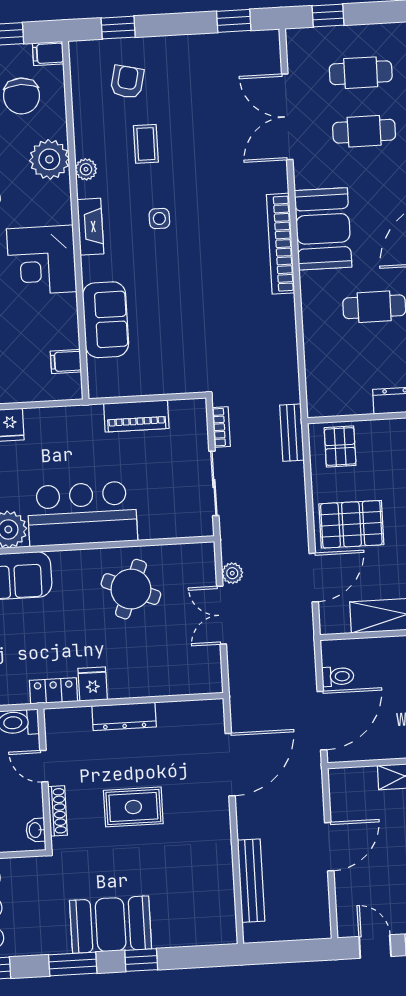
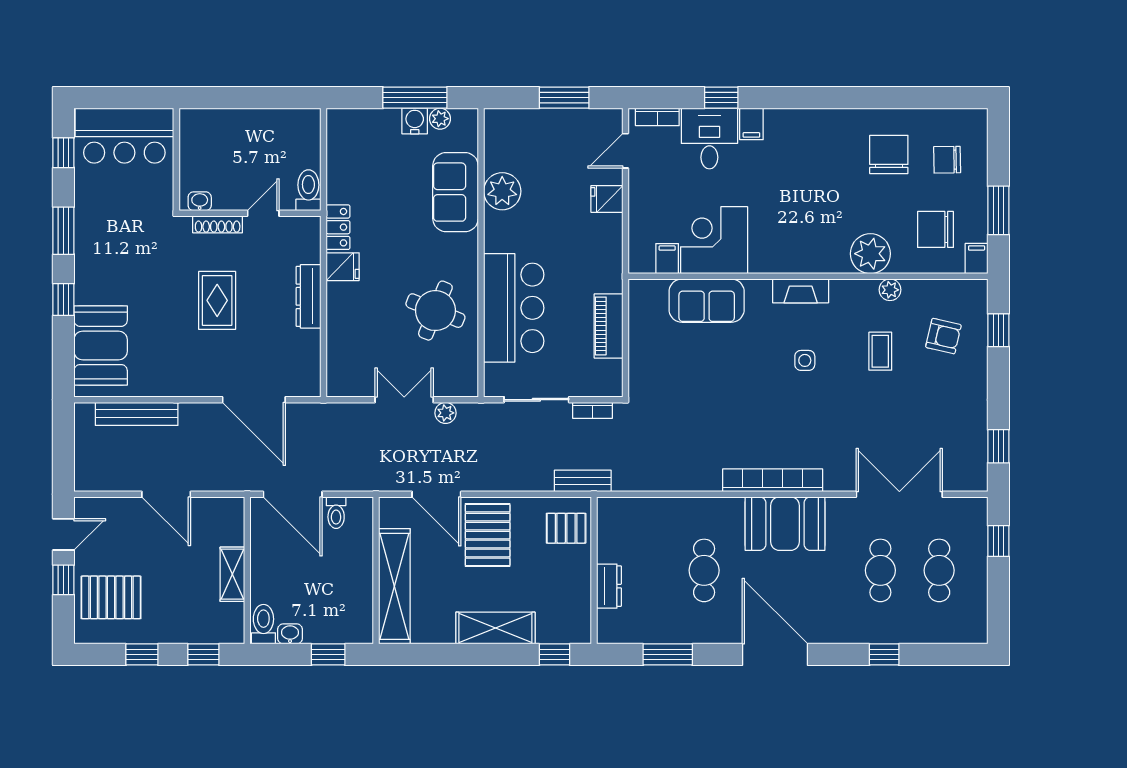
coffee table: (146, 144) -> (880, 351), turned 90
plant: (86, 169) -> (890, 290), moved
corner desk: (42, 260) -> (714, 240), moved
bar counter: (82, 514) -> (514, 308), moved
booth: (111, 925) -> (101, 345), moved

